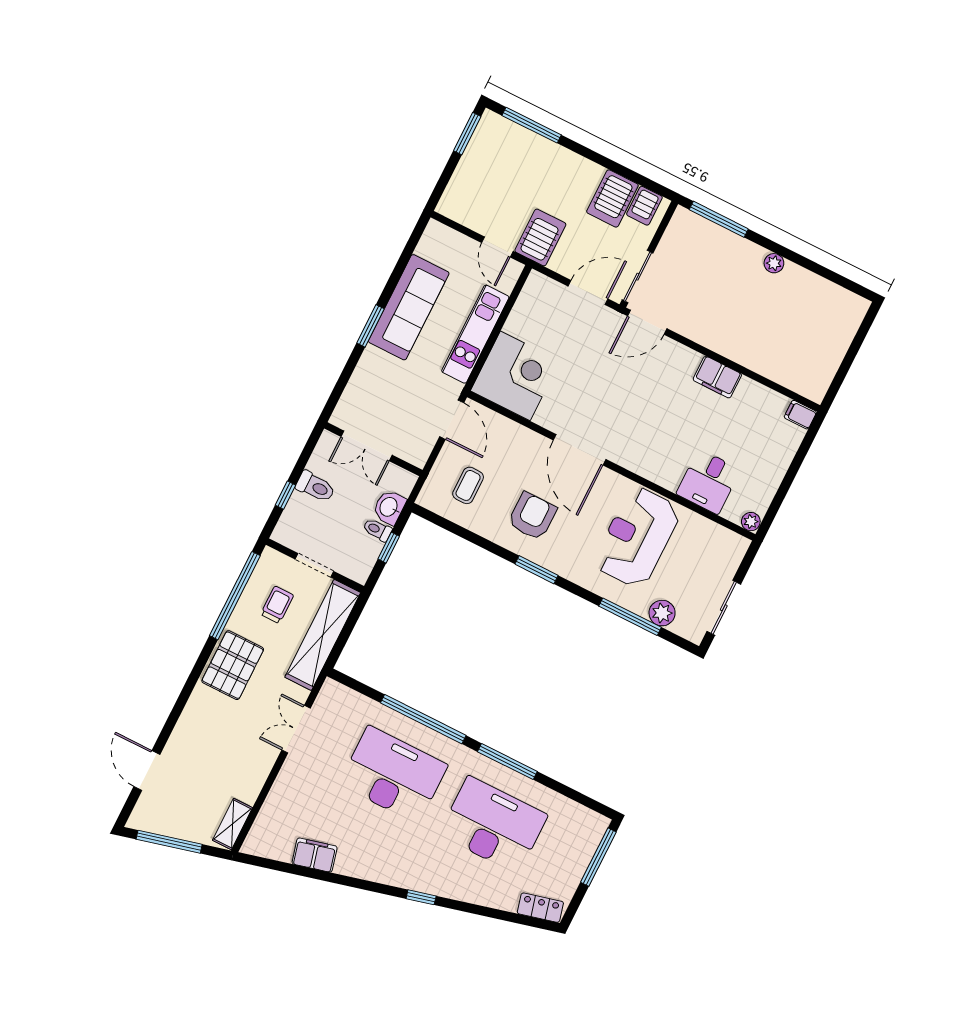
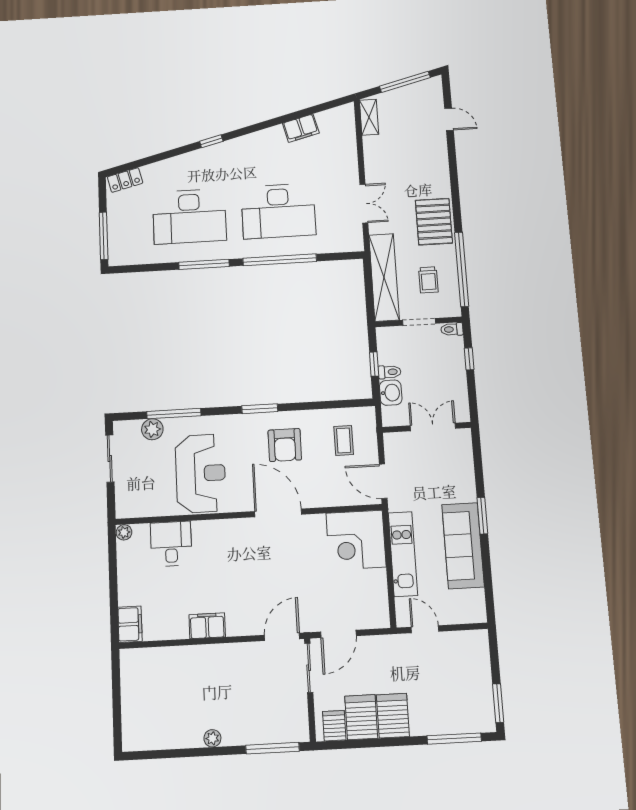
server rack: (540, 237) -> (393, 716), moved, turned 180
filing cabinet: (800, 415) -> (130, 624), width x2.00
toilet: (315, 487) -> (452, 329), moved, width x0.73, depth x0.72
door: (147, 771) -> (449, 119), width x0.73

